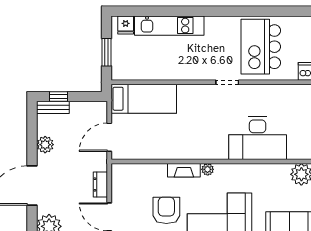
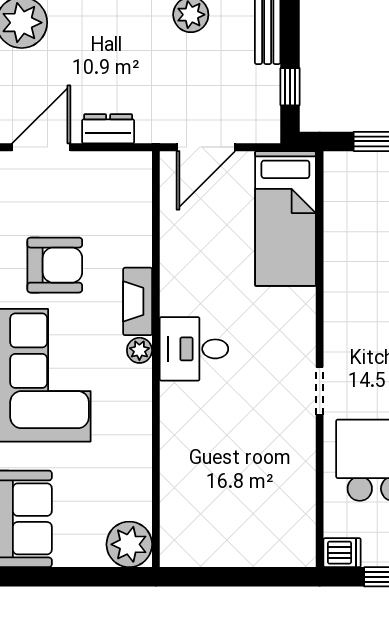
window: (58, 96) -> (290, 87), moved
door: (109, 137) -> (206, 147), swing flipped
desk: (258, 138) -> (194, 349), moved, width x0.53, depth x0.77

